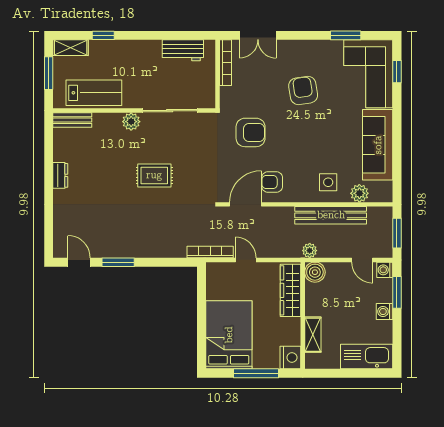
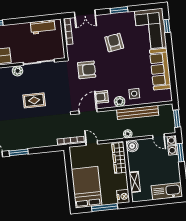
window: (346, 35) -> (119, 10), moved
plant: (359, 193) -> (120, 102), moved
washing machine: (385, 311) -> (173, 150), moved

